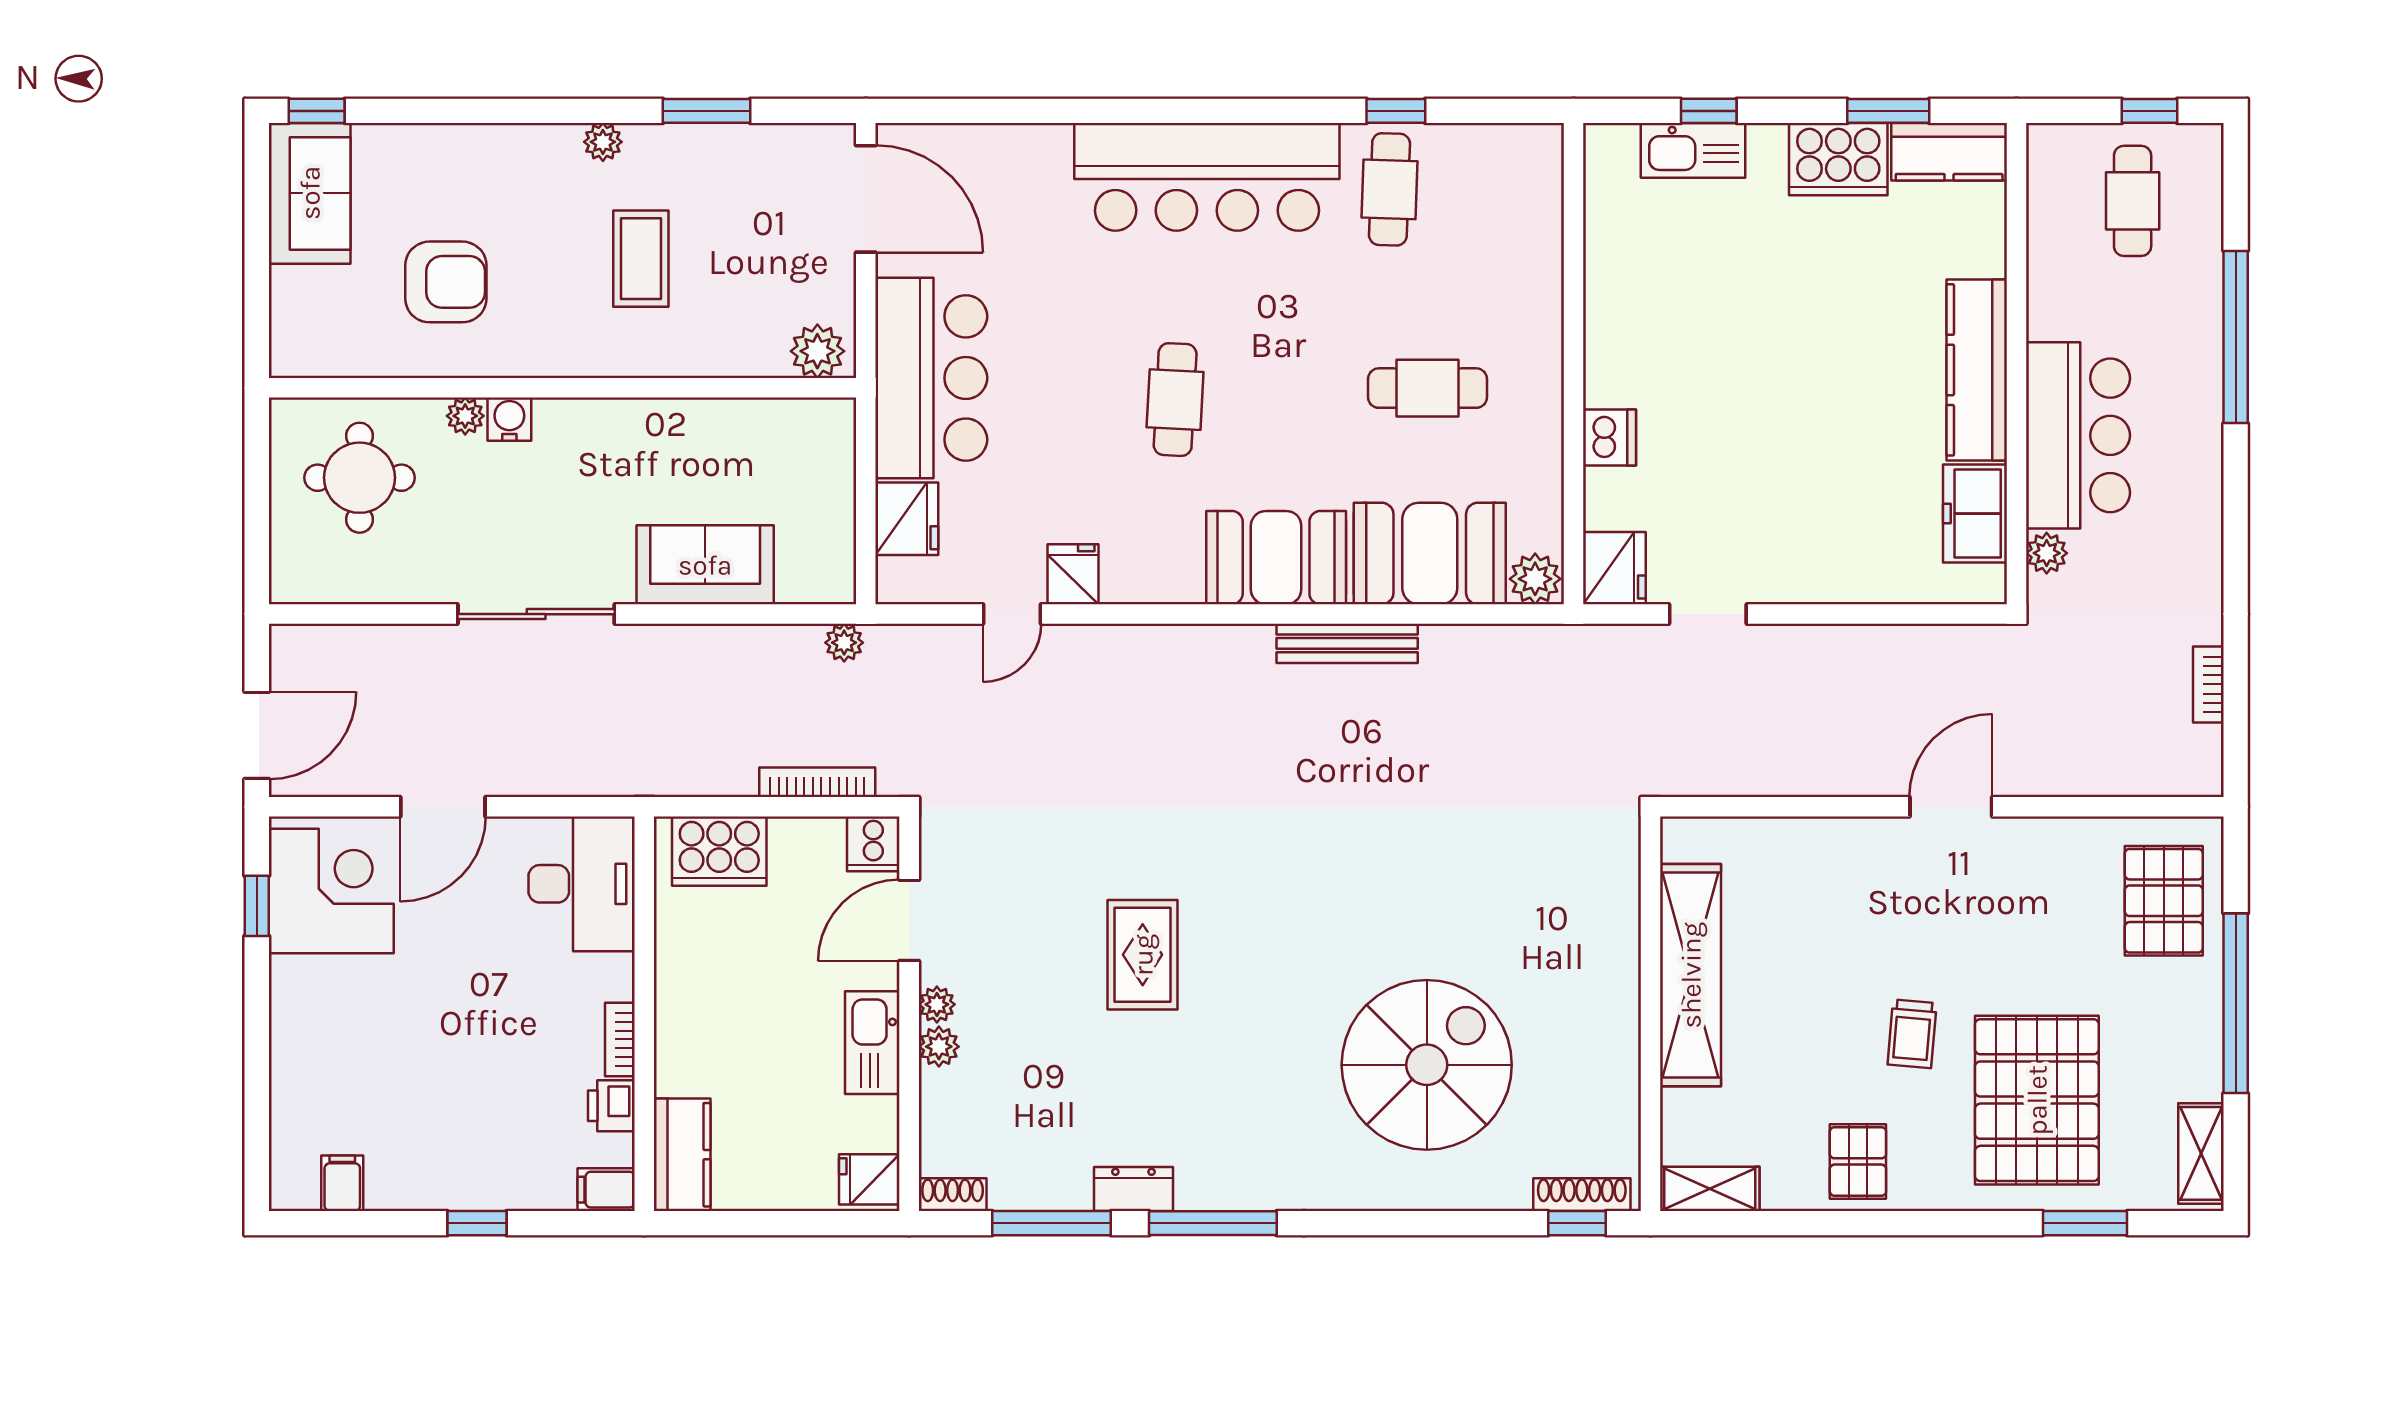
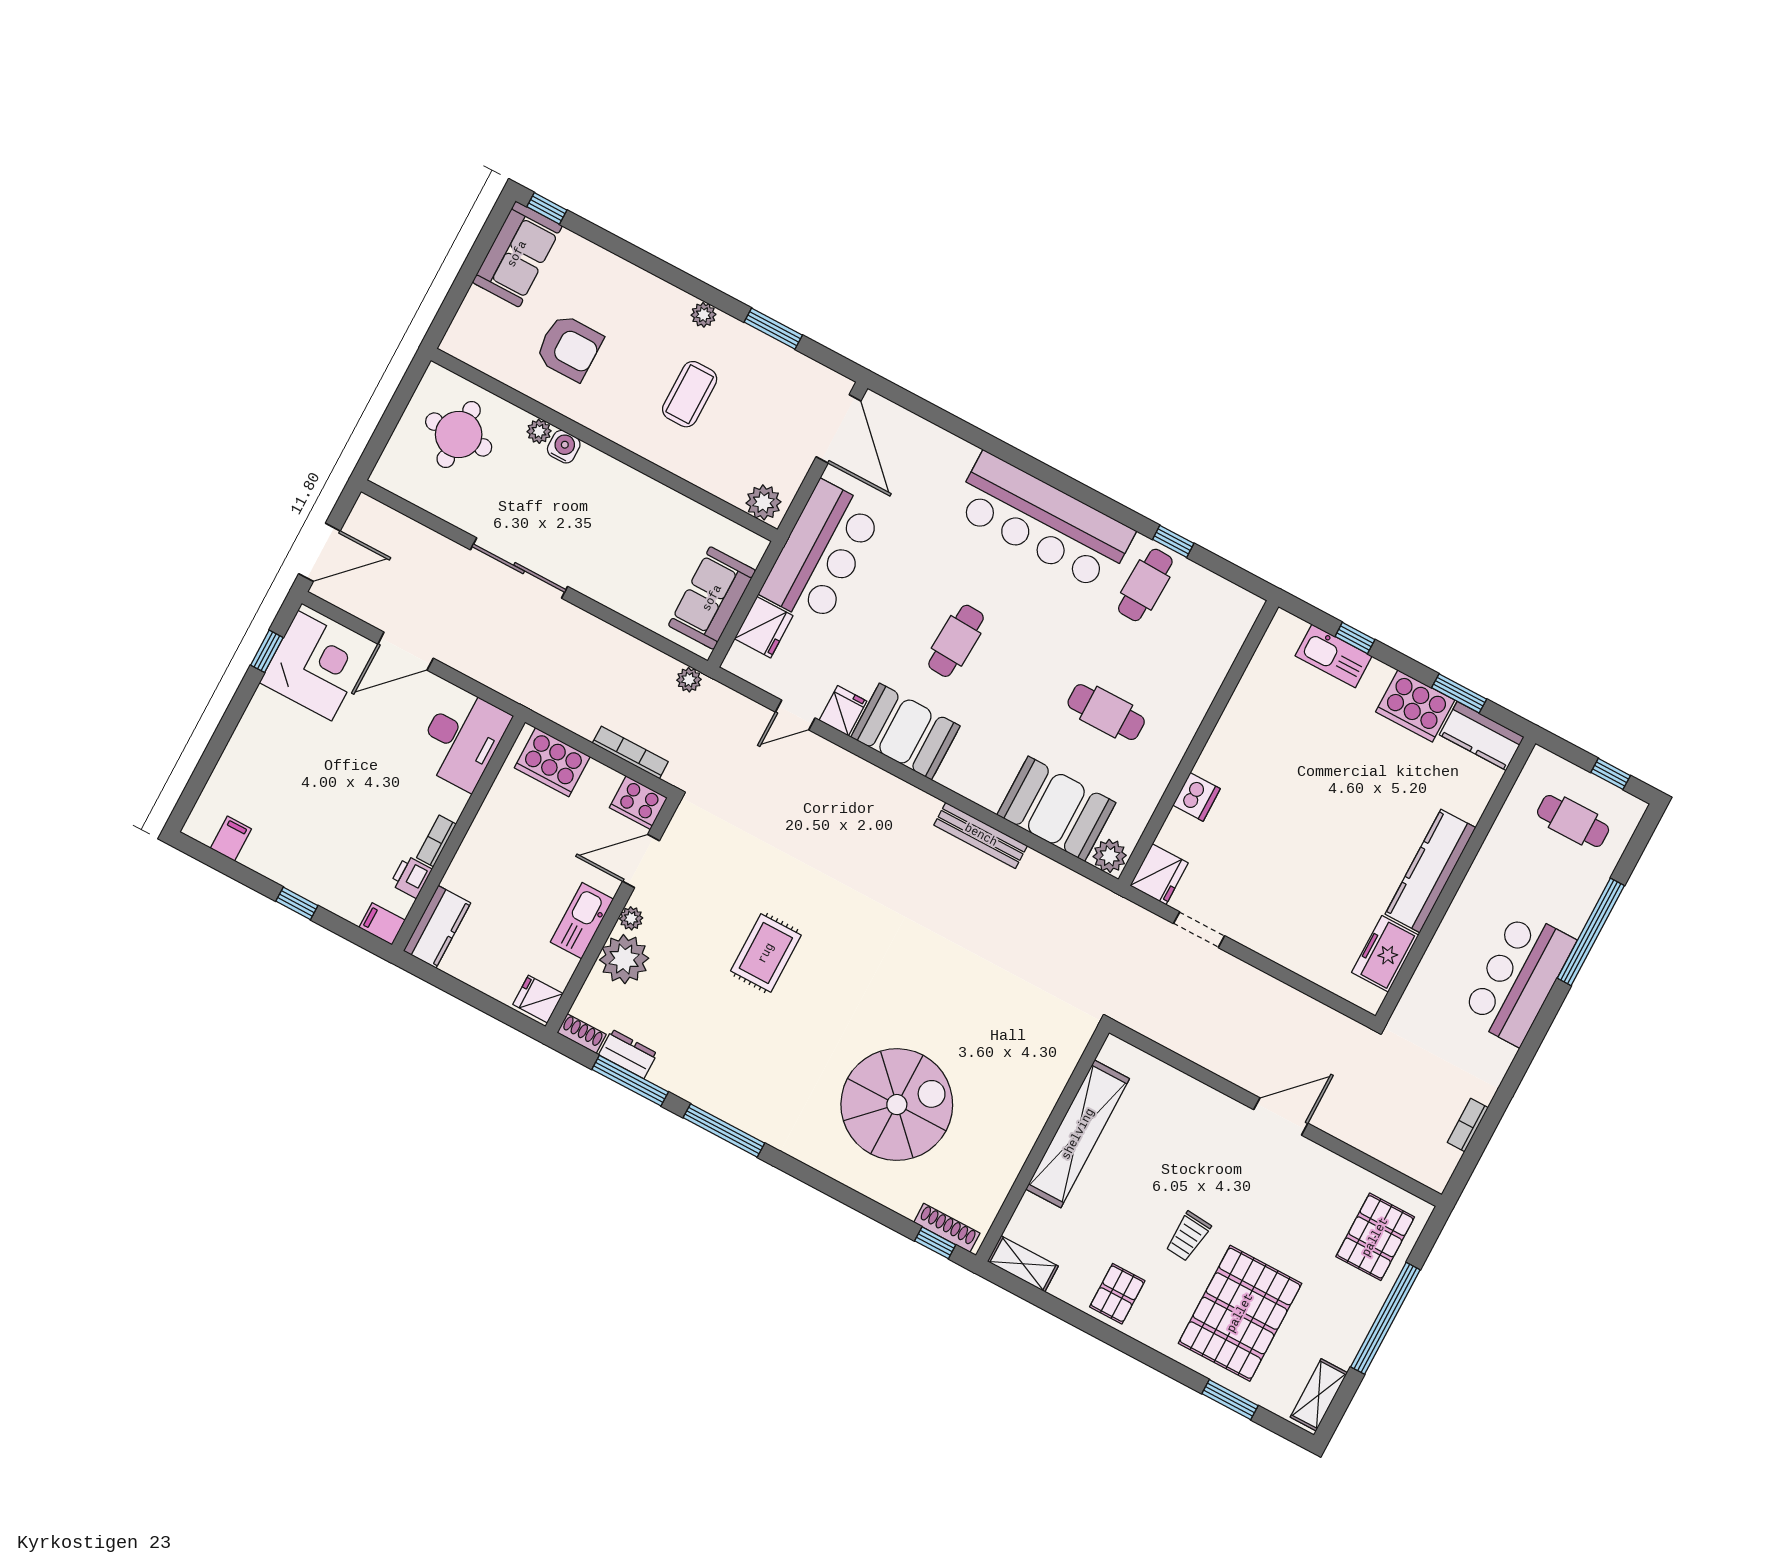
cafe table: (2133, 201) -> (1573, 821), turned 90
bar counter: (2078, 435) -> (1519, 978), moved, turned 180
plant: (2047, 553) -> (1415, 999), removed
booth: (1276, 558) -> (905, 732), moved
sofa: (705, 565) -> (712, 598), moved, turned -90
cooker: (873, 844) -> (638, 803), width x1.36
plant: (939, 1047) -> (624, 959), width x1.87, depth x1.87
dresser: (1133, 1189) -> (628, 1054), moved

